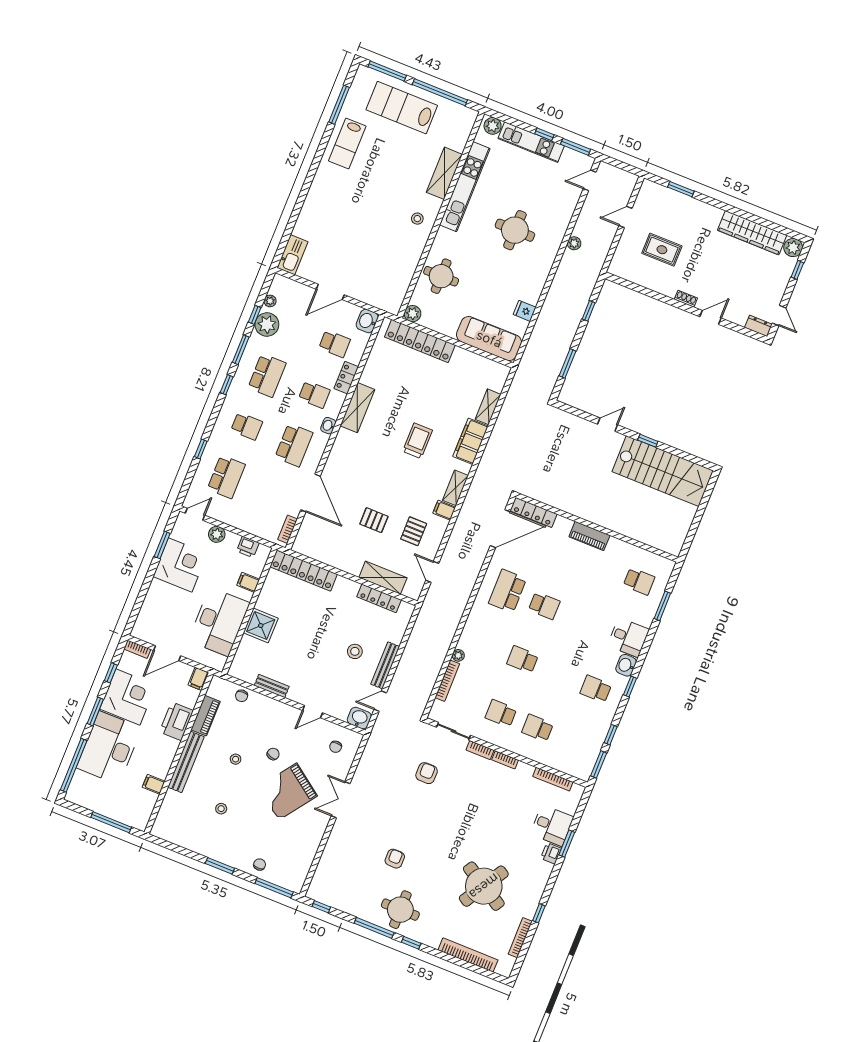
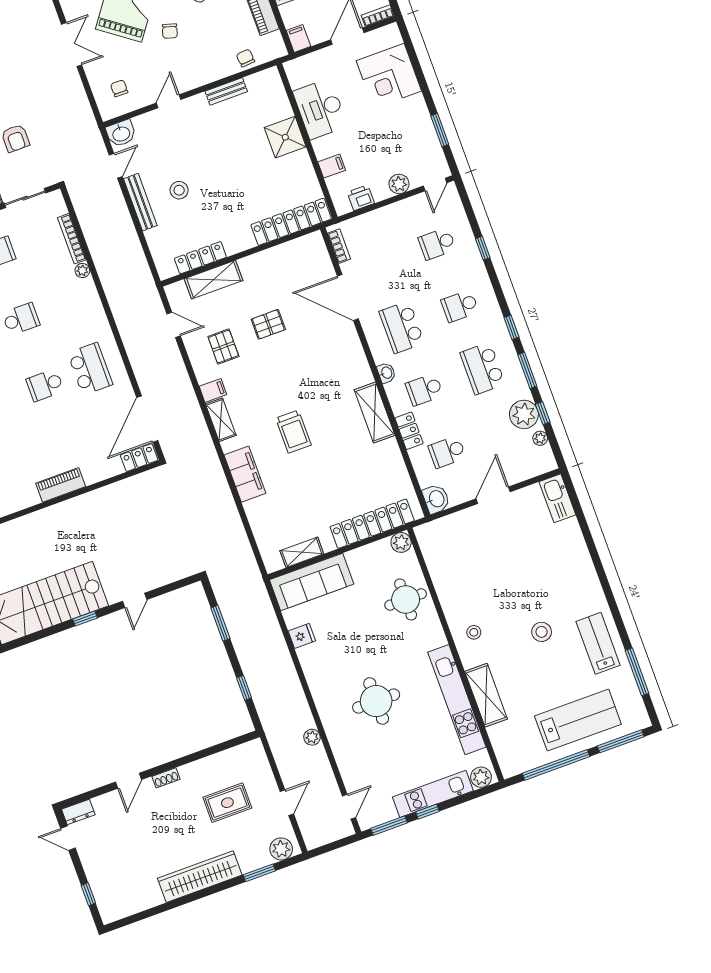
stool: (376, 182) -> (542, 632), added
wardrobe: (752, 233) -> (200, 877), moved
plant: (793, 248) -> (281, 849), moved
shelving: (488, 407) -> (302, 552), moved, turned 90
school desk: (226, 477) -> (437, 244), width x0.54
locker: (534, 512) -> (139, 458), width x0.66
corner desk: (180, 565) -> (389, 76), moved
desk: (219, 622) -> (320, 109), width x0.73, depth x0.77

